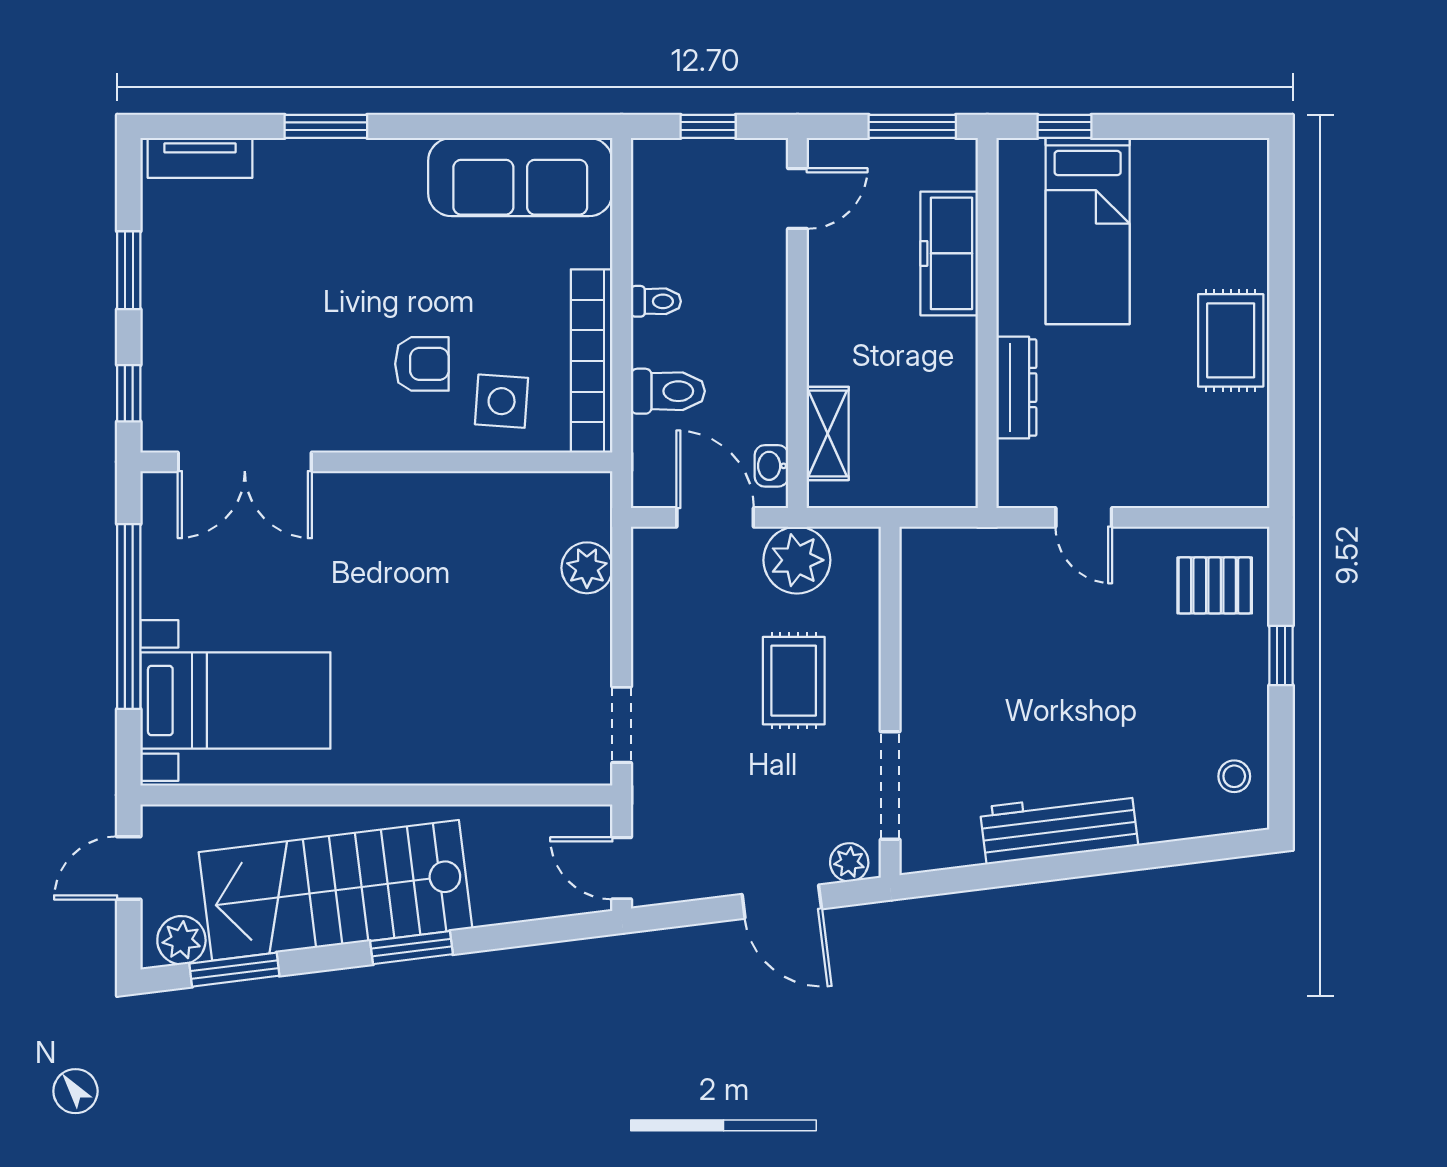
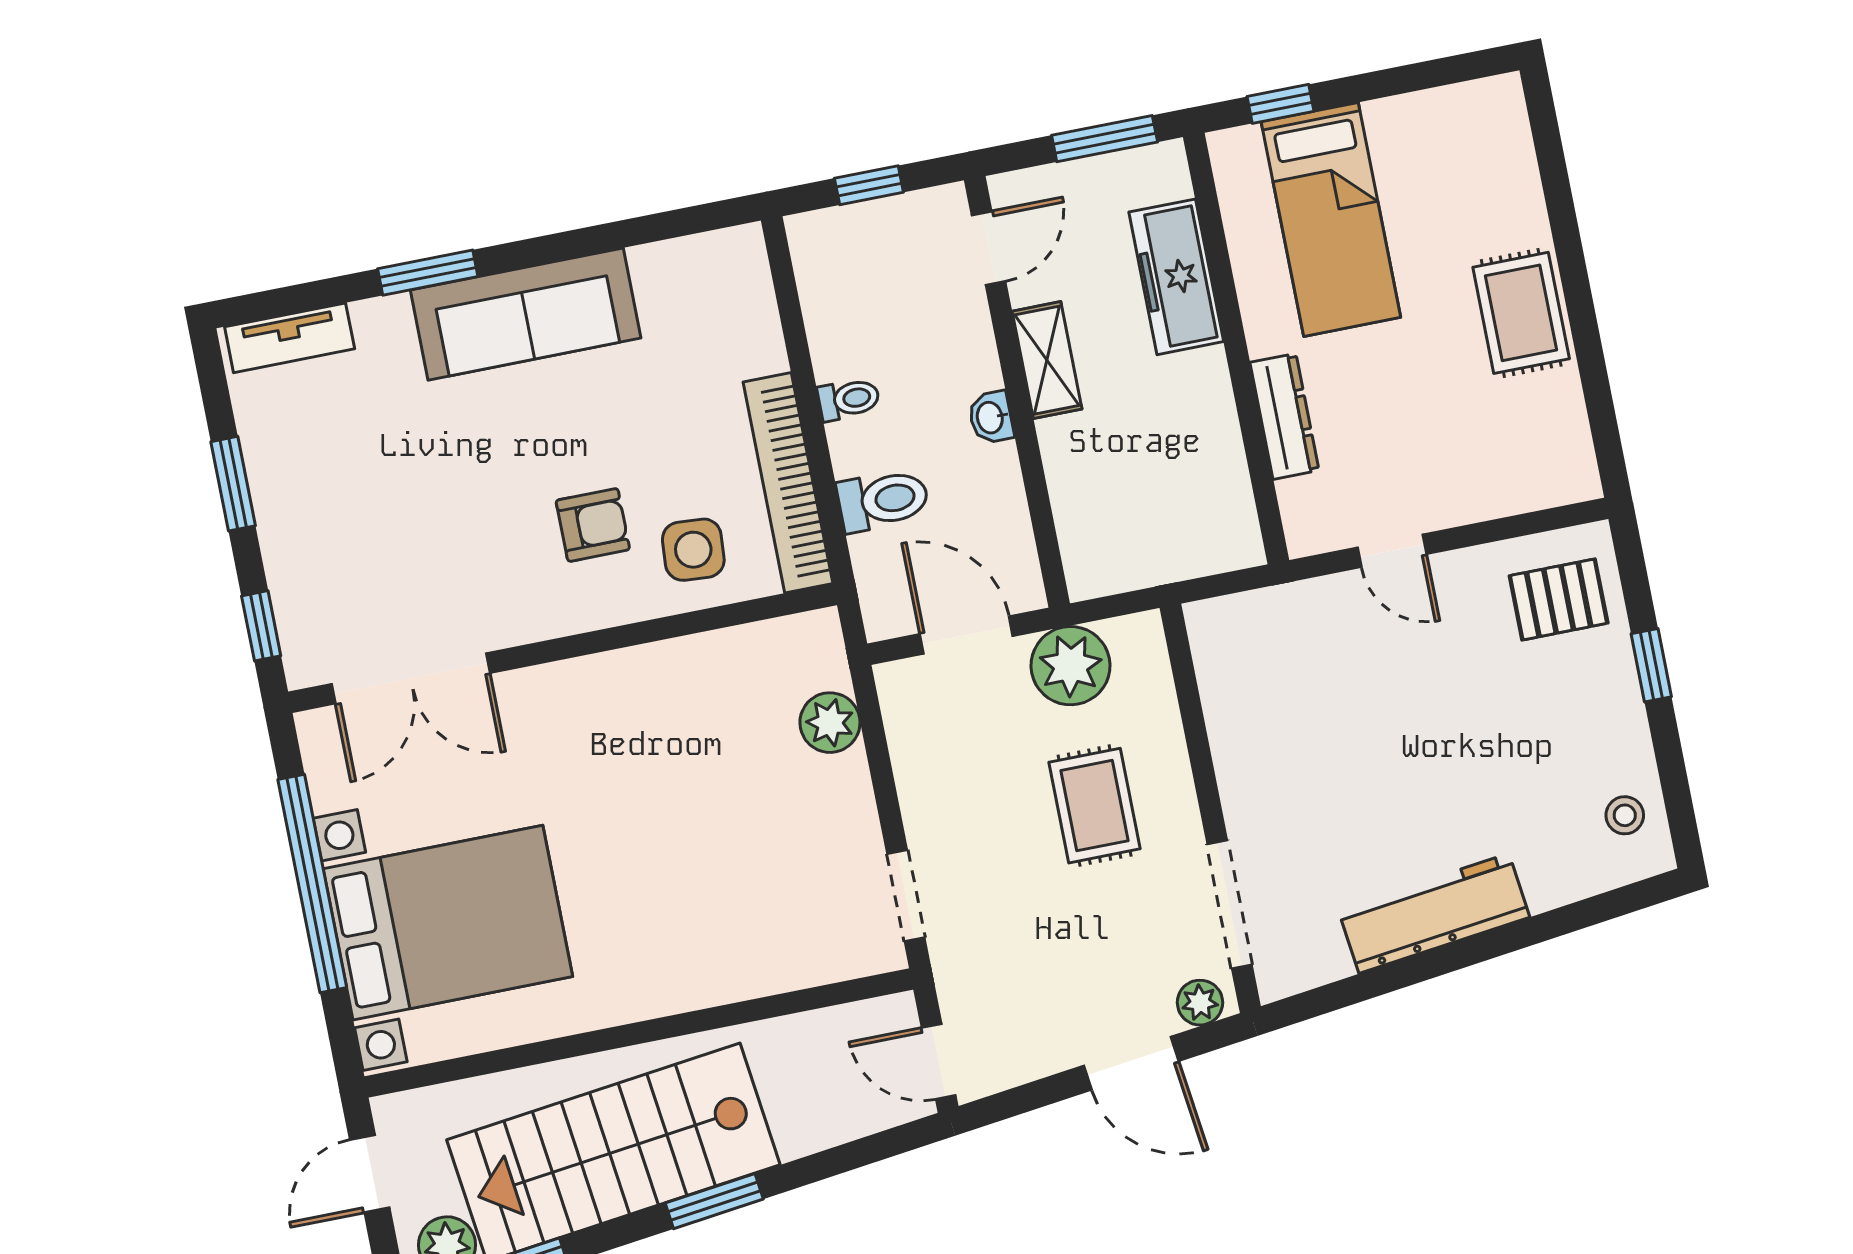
sofa: (520, 177) -> (526, 314), moved
shelving: (828, 433) -> (1047, 360), moved
washbasin: (771, 466) -> (991, 417), moved
bed with nightstands: (235, 701) -> (448, 923), width x1.36

